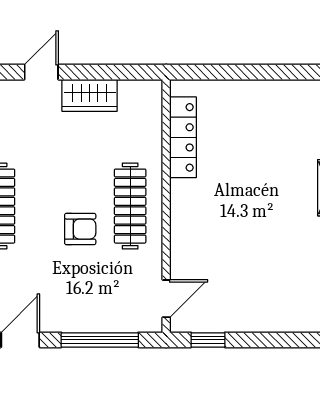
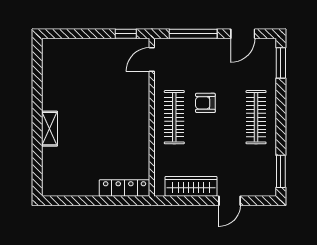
wardrobe: (90, 95) -> (191, 186), width x1.50
locker: (183, 137) -> (125, 188), moved, turned 90

